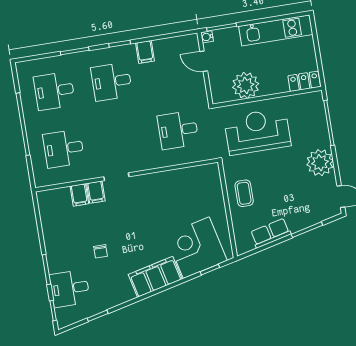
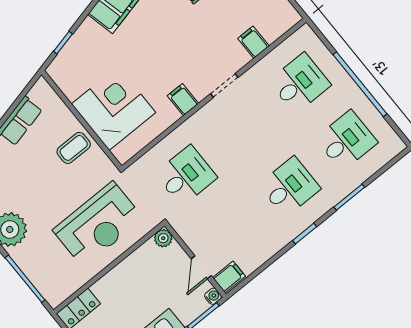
filing cabinet: (145, 52) -> (229, 277), moved, turned 90
door: (204, 61) -> (201, 267), swing flipped
plant: (246, 85) -> (163, 238), moved, width x0.53, depth x0.53
filing cabinet: (96, 192) -> (183, 100), moved
coffee table: (244, 193) -> (74, 148), turned 90
corner desk: (196, 248) -> (114, 108), moved, turned -77

